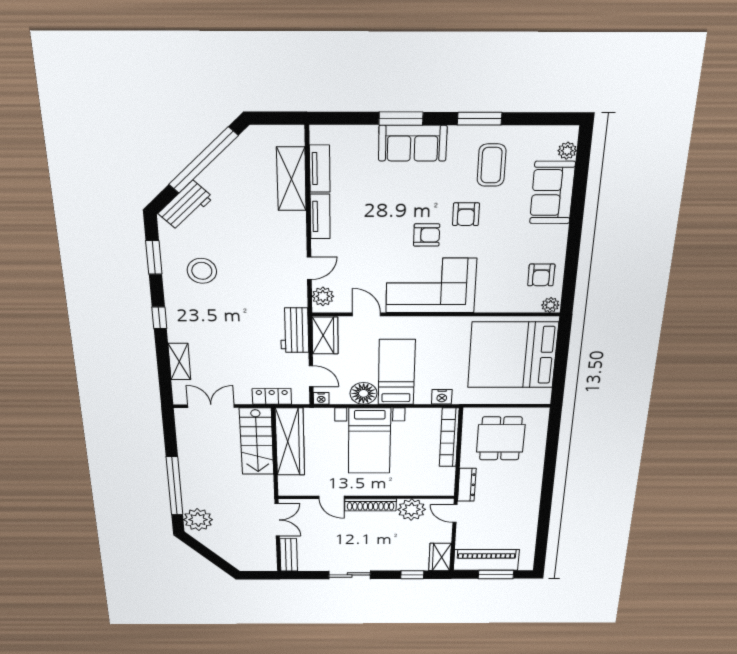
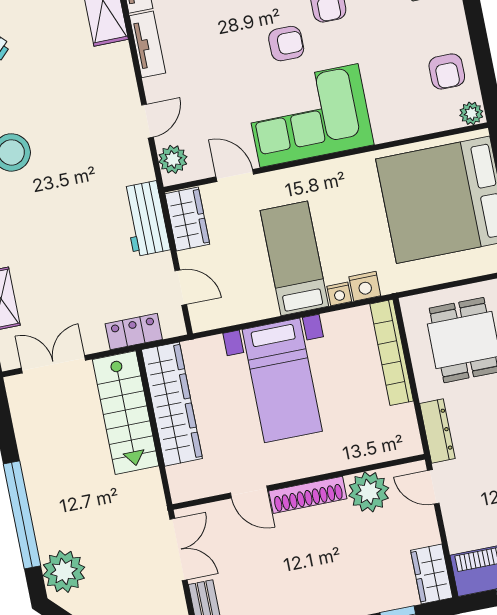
floor lamp: (363, 393) -> (257, 302), removed
nightstand: (321, 398) -> (339, 294), moved

